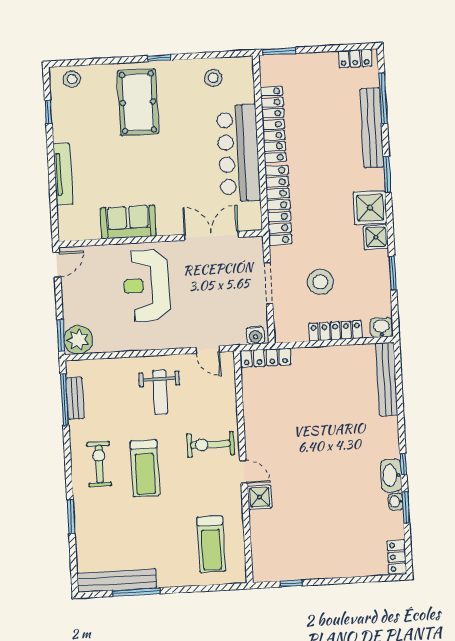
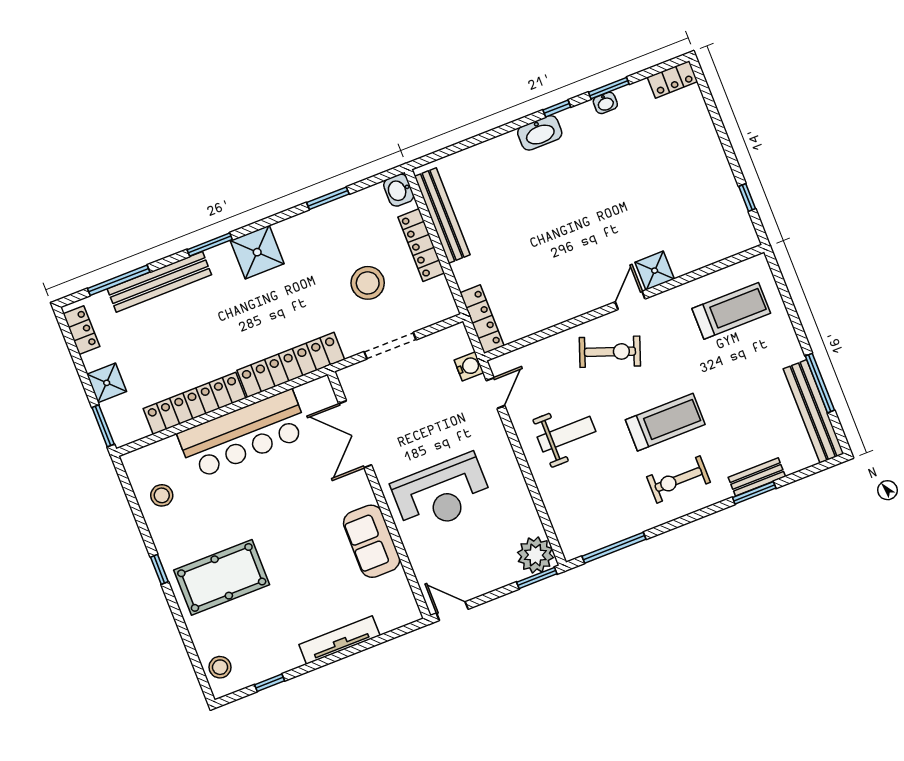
shower: (376, 237) -> (107, 383), moved
water cooler: (255, 335) -> (469, 366), moved
bench: (387, 379) -> (442, 216), moved, turned 90
bench: (75, 398) -> (757, 477), moved
exercise bike: (210, 444) -> (610, 352), turned -70
washbasin: (391, 475) -> (540, 133), moved

